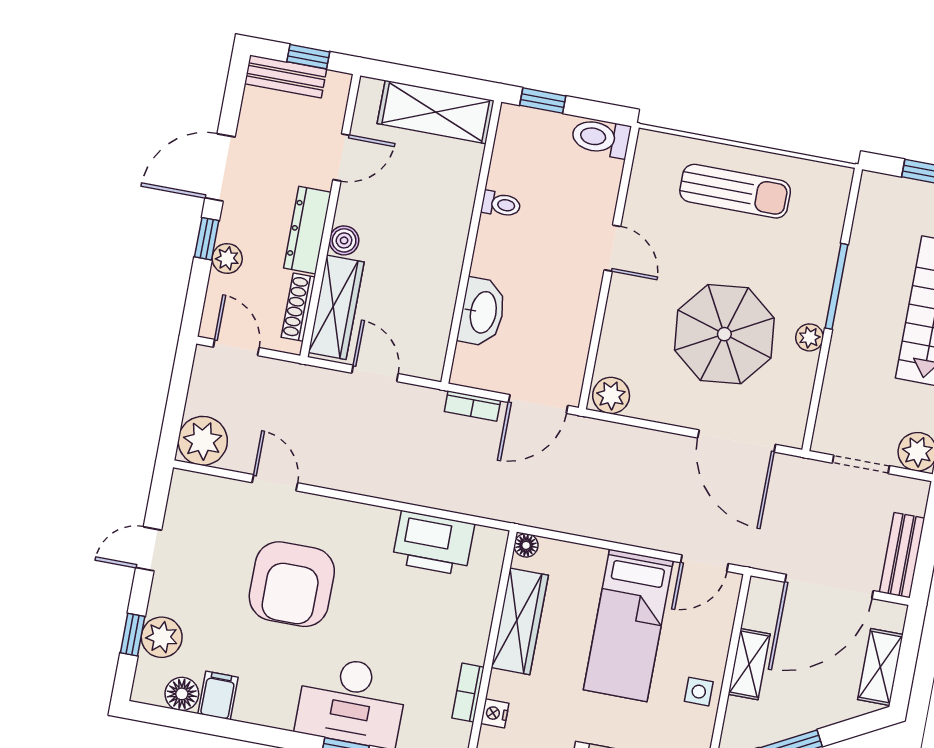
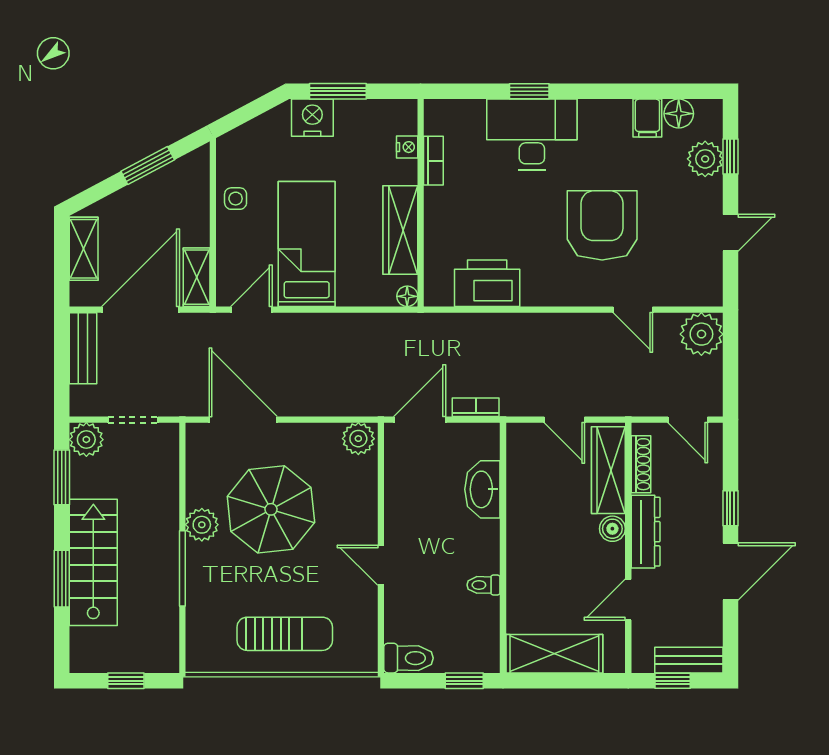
sun lounger: (735, 191) -> (285, 634), turned 180
plant: (227, 259) -> (710, 494), removed
plant: (810, 337) -> (202, 525), width x1.38, depth x1.38
shelving: (749, 664) -> (197, 277), moved

